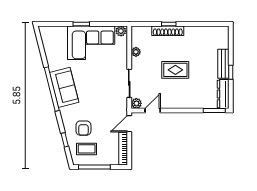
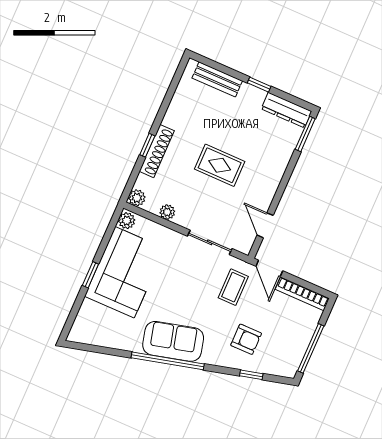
bench: (223, 64) -> (217, 79), moved
rug: (175, 70) -> (220, 165), turned 90
plant: (136, 103) -> (137, 198), moved
coffee table: (87, 149) -> (233, 287), moved

